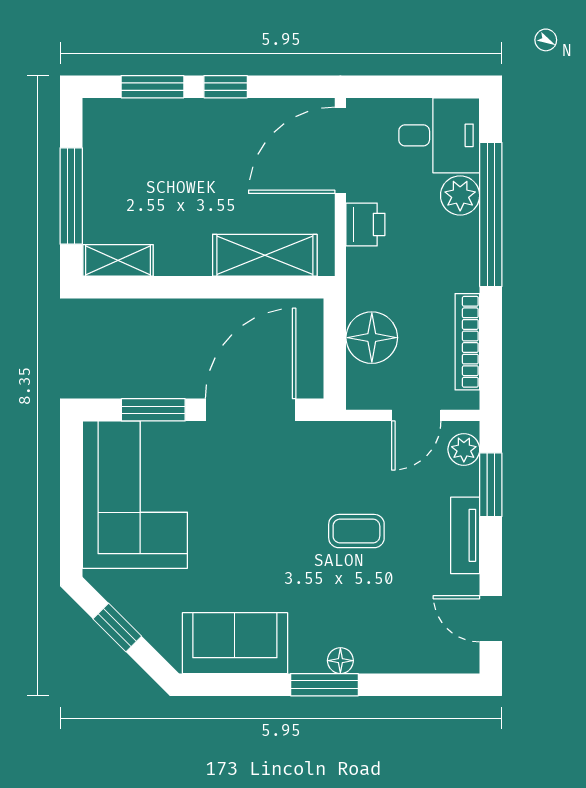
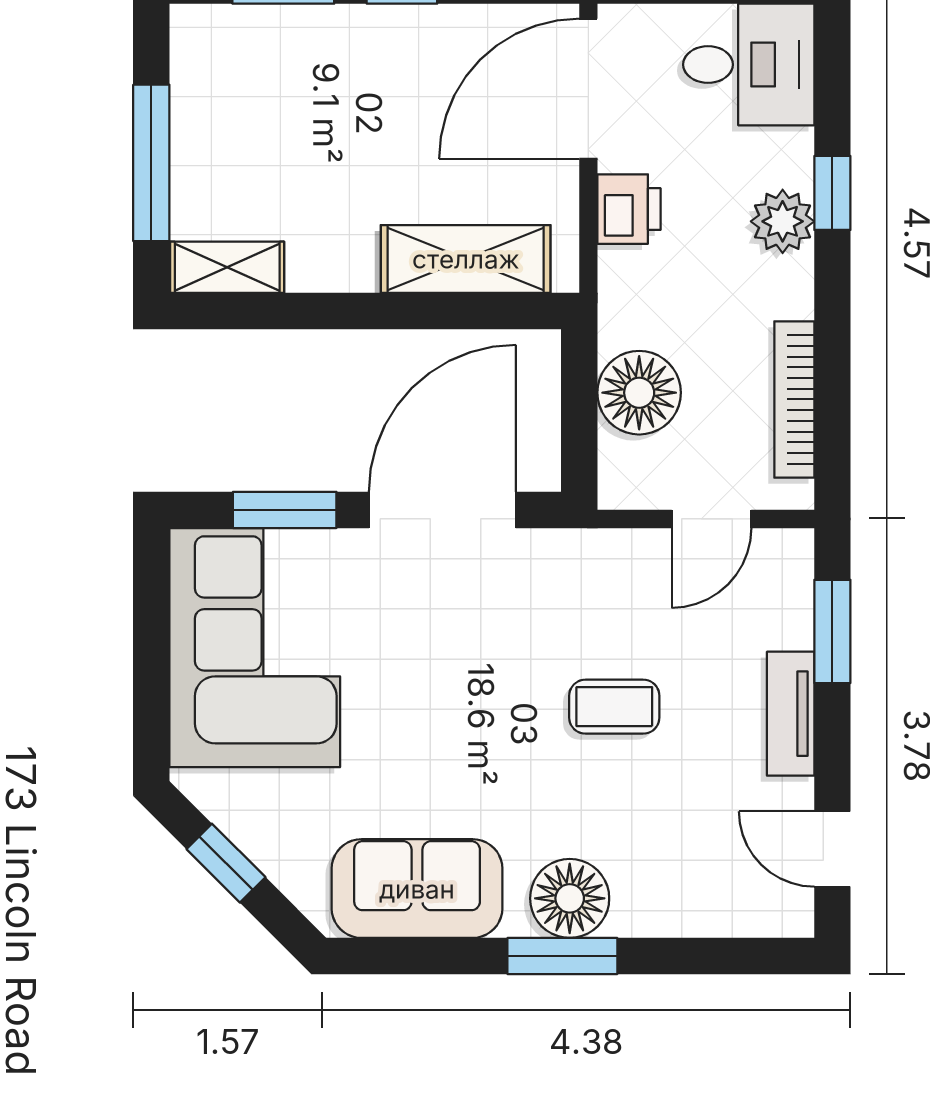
plant: (460, 195) -> (783, 221), moved
window: (491, 214) -> (832, 193), width x0.32
plant: (464, 449) -> (789, 574), removed
floor lamp: (340, 661) -> (570, 898), width x1.89, depth x1.89

